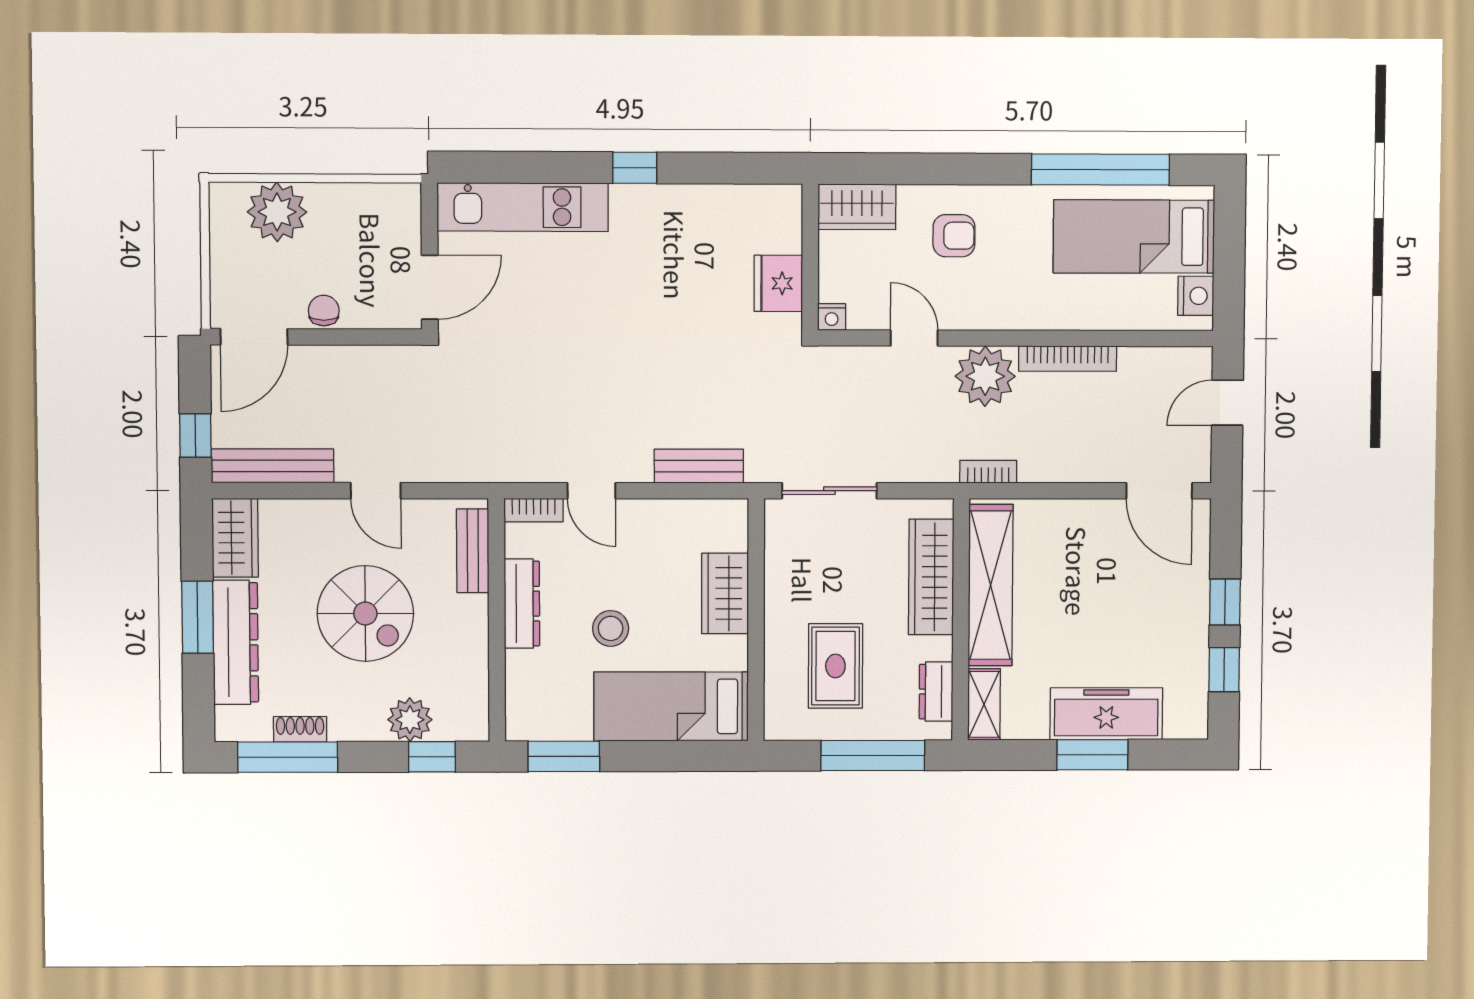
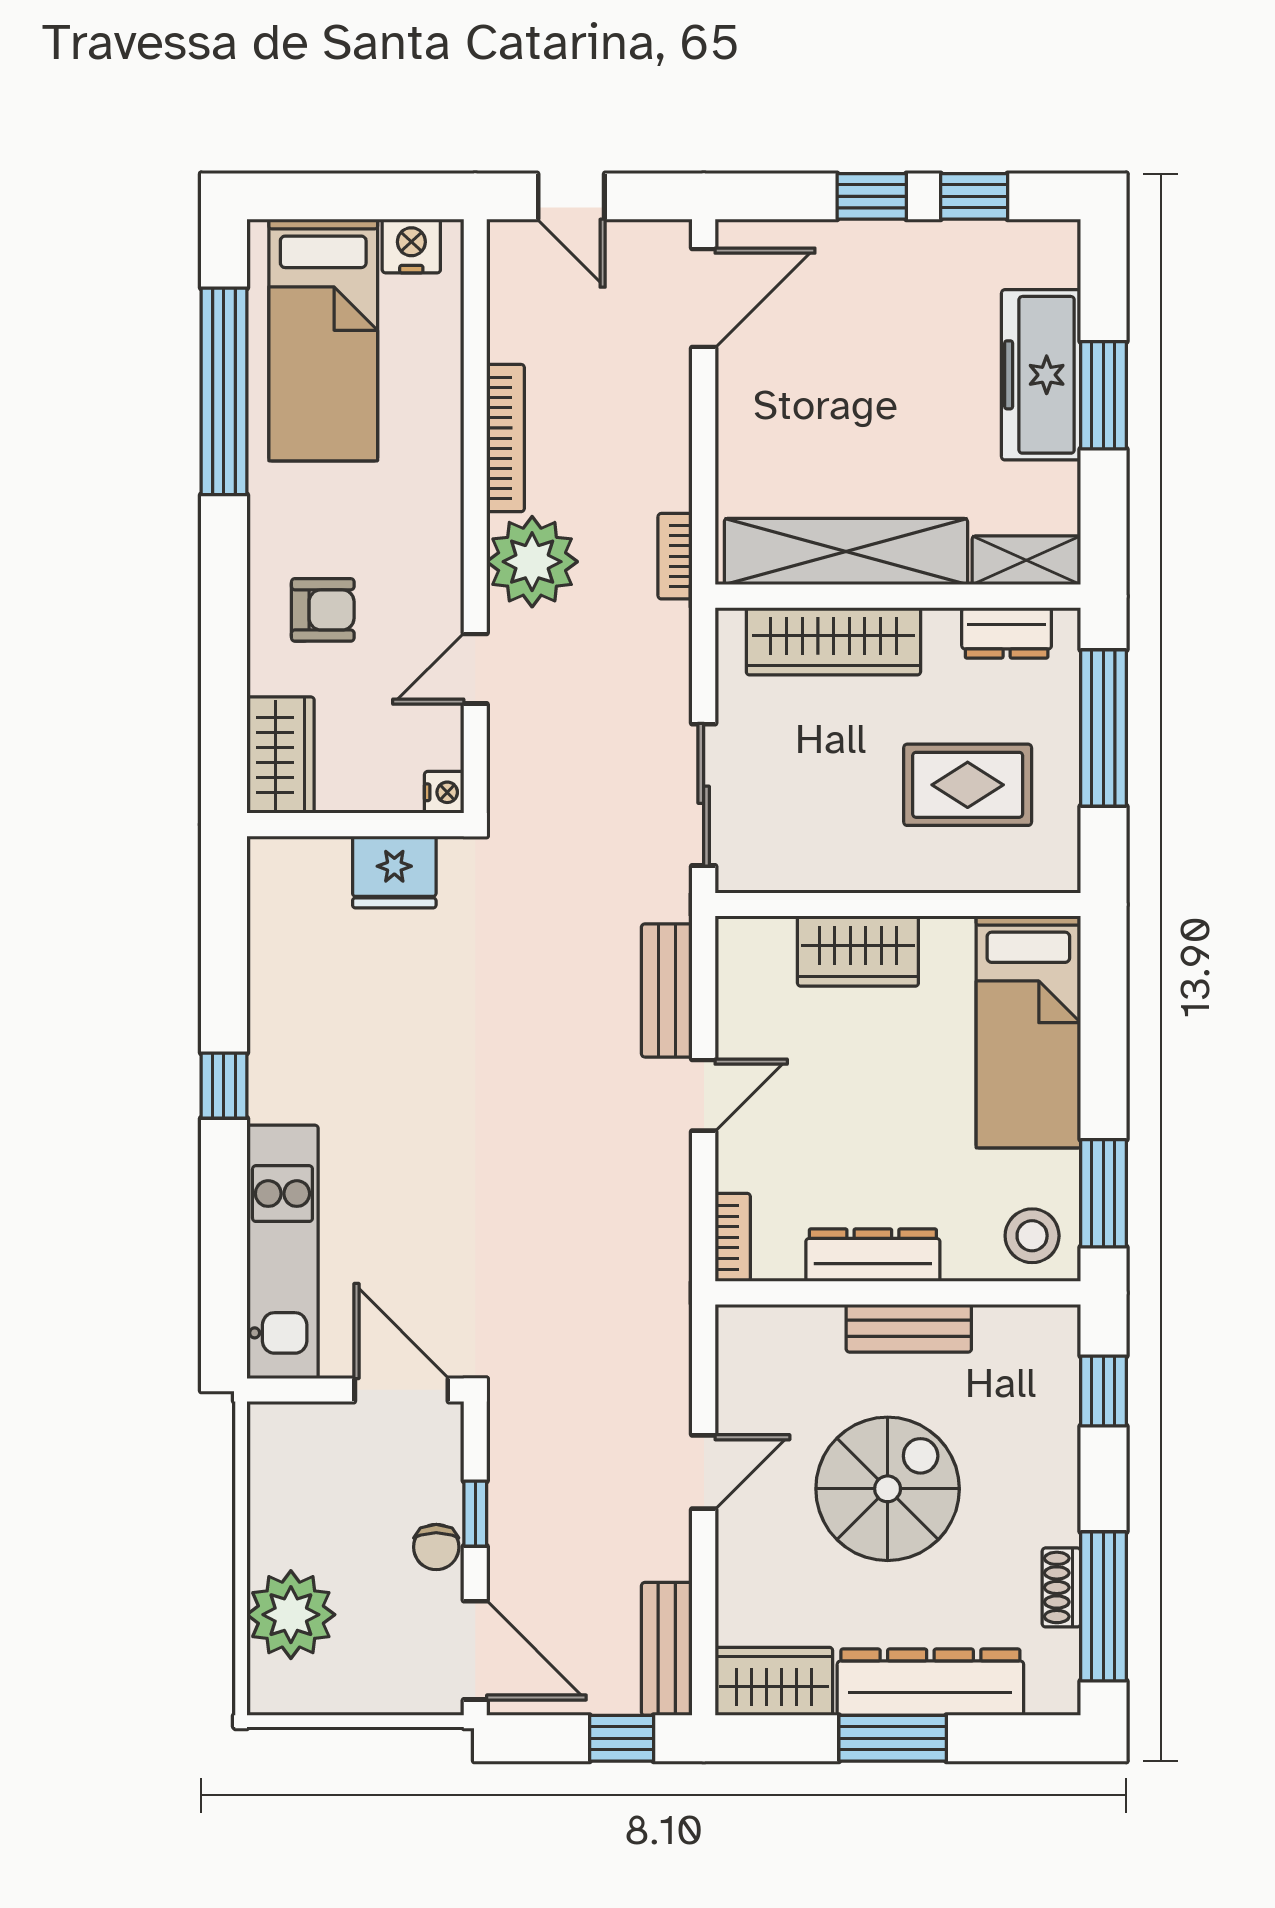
armchair: (954, 236) -> (323, 610), turned 90
chair: (324, 311) -> (436, 1547), turned -90
window: (347, 337) -> (475, 1514), added
bench: (273, 466) -> (667, 1649), width x0.73
door: (591, 491) -> (704, 1095), moved
bench: (473, 551) -> (909, 1328), moved
stool: (611, 628) -> (1032, 1236), moved
plant: (410, 720) -> (1047, 1424), removed

